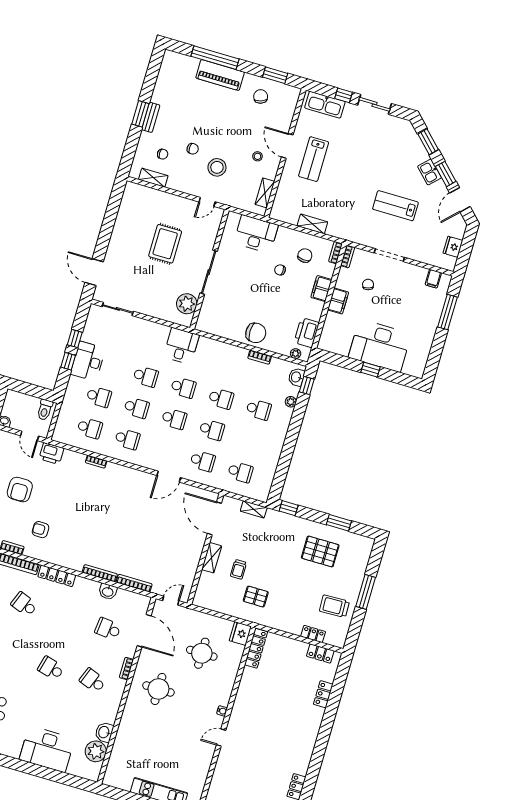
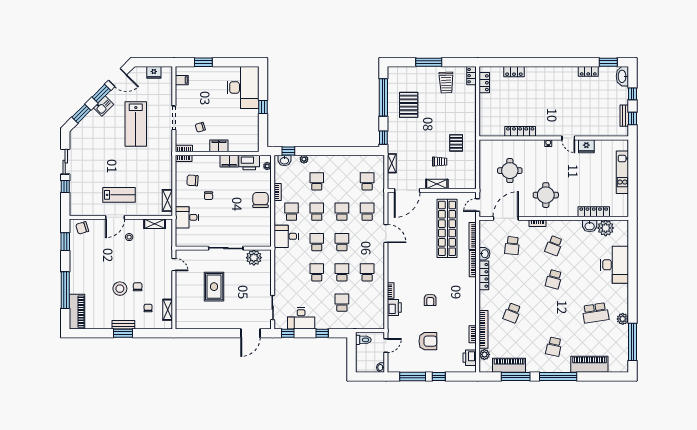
piano: (220, 75) -> (77, 312), moved
chair: (261, 96) -> (82, 228), moved
kitchen sink: (325, 105) -> (76, 198), removed
stool: (217, 167) -> (120, 289), moved
lab bench: (395, 206) -> (136, 124), width x1.36, depth x1.39
shelving: (312, 224) -> (167, 200), moved
desk: (256, 234) -> (187, 217), width x0.73
rug: (165, 244) -> (214, 287), turned 90
filing cabinet: (321, 289) -> (229, 161), moved
window: (448, 312) -> (203, 62), width x0.69
window: (75, 339) -> (288, 333), moved
desk: (181, 346) -> (286, 236), moved
desk: (380, 346) -> (243, 87), moved
desk: (88, 361) -> (301, 318), moved
school desk: (90, 428) -> (292, 212), moved
printer: (51, 453) -> (394, 307), moved
window: (339, 523) -> (383, 97), width x2.11
armchair: (41, 530) -> (430, 300), moved
shop shelf: (153, 554) -> (447, 228), added
locker: (57, 576) -> (484, 275), moved
door: (171, 601) -> (478, 205), hinge flipped
fridge: (240, 634) -> (586, 146), moved
locker: (313, 634) -> (471, 76), moved
locker: (256, 648) -> (520, 131), moved
locker: (120, 742) -> (594, 212), added

